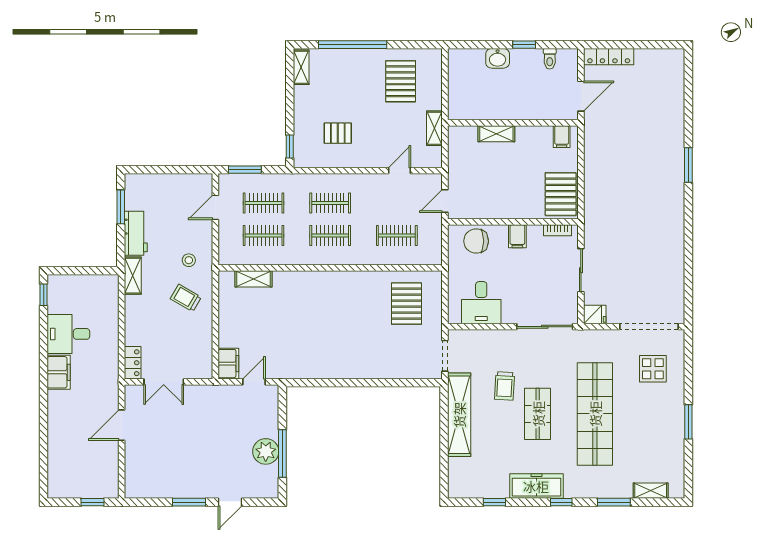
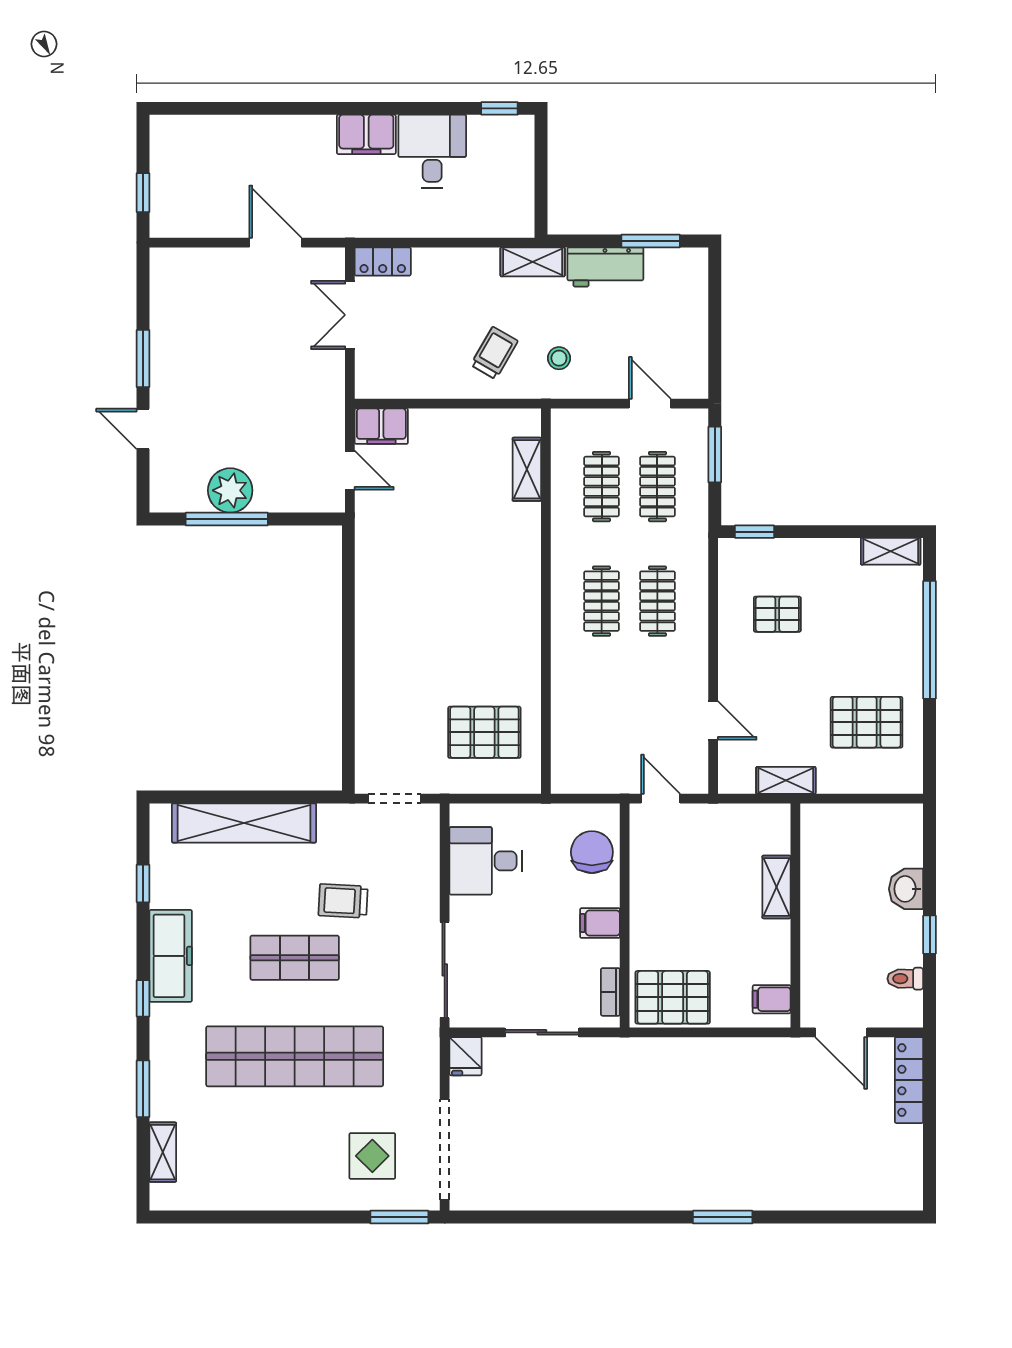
pallet: (338, 133) -> (777, 614), turned 90
clothes rail: (397, 235) -> (602, 716), removed
shelving: (459, 415) -> (244, 823), moved
window: (688, 422) -> (399, 1217), moved

